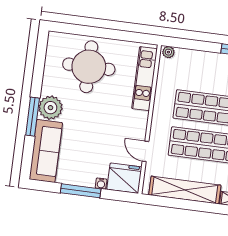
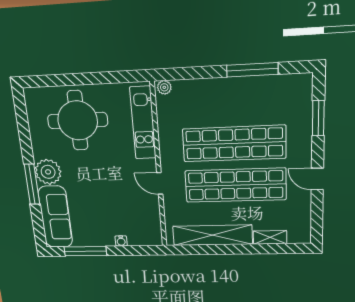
door: (145, 151) -> (160, 183), moved
fridge: (124, 178) -> (144, 232), removed
window: (81, 191) -> (85, 251), moved

